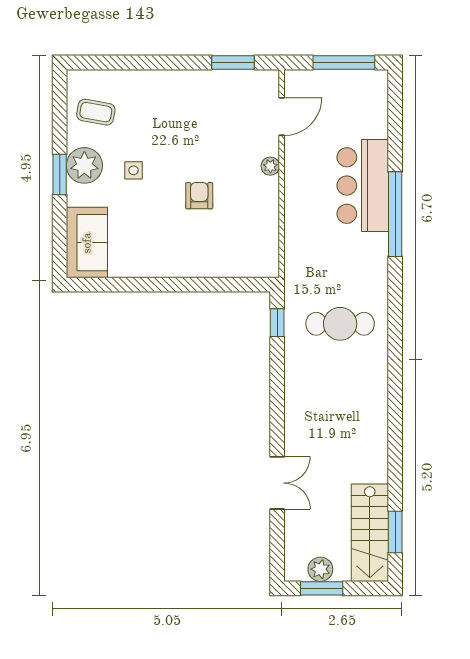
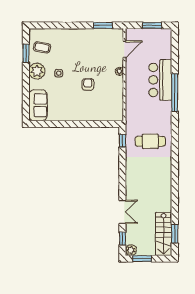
window: (344, 63) -> (152, 25), width x0.69
window: (60, 175) -> (26, 53), moved
window: (277, 543) -> (122, 239), added
plant: (320, 569) -> (131, 250), moved

